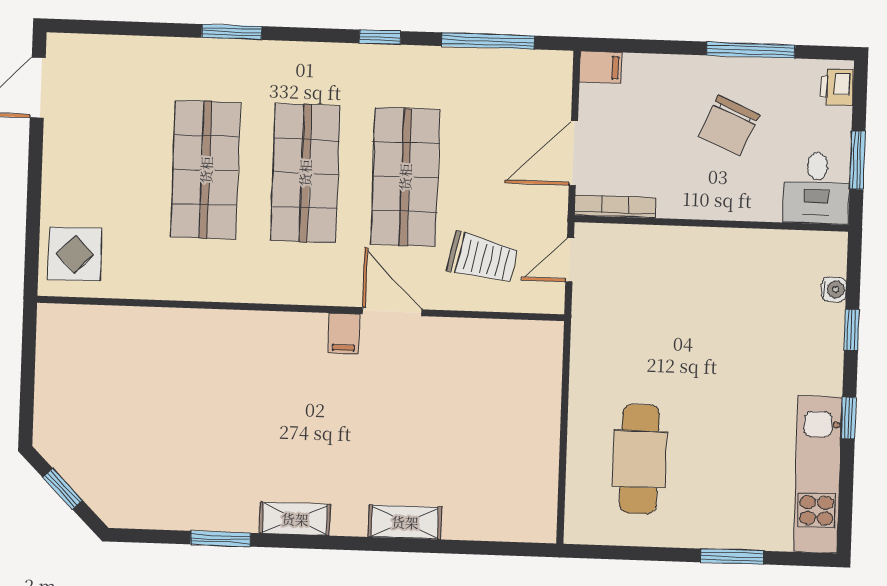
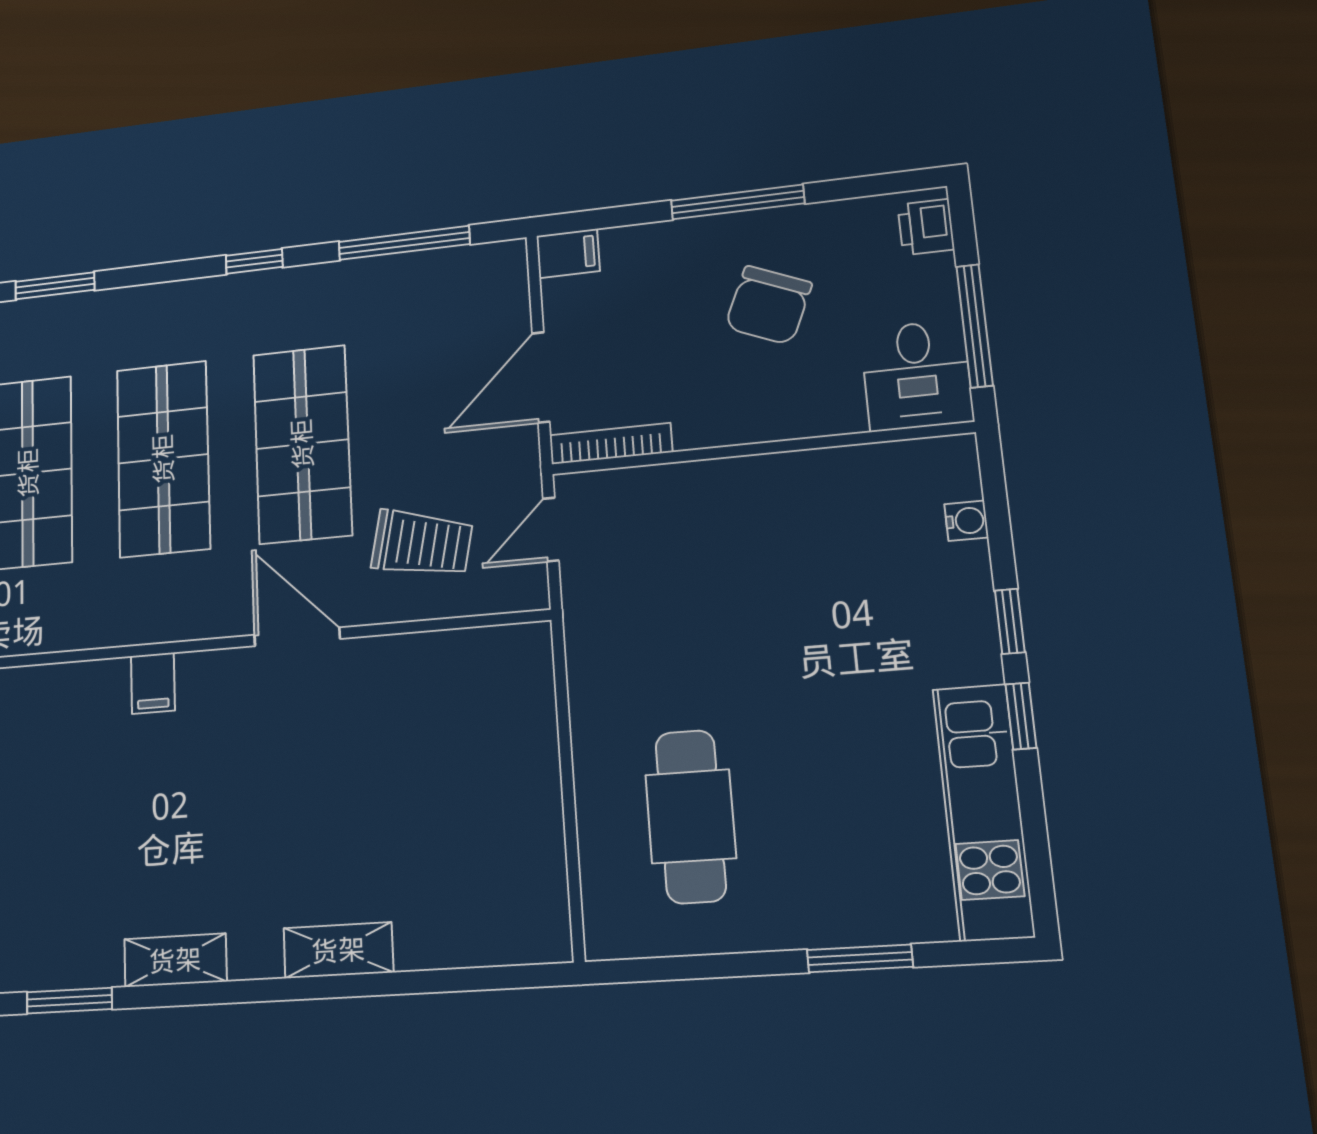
window: (751, 50) -> (738, 202), moved
window: (858, 160) -> (975, 326), width x1.44
window: (852, 330) -> (1010, 621), moved
filing cabinet: (344, 334) -> (153, 683), moved

